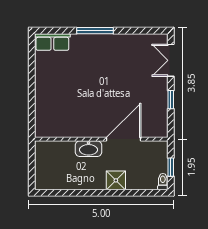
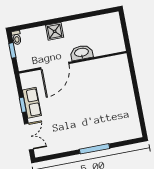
row of seats: (52, 42) -> (32, 103), moved, turned 90

